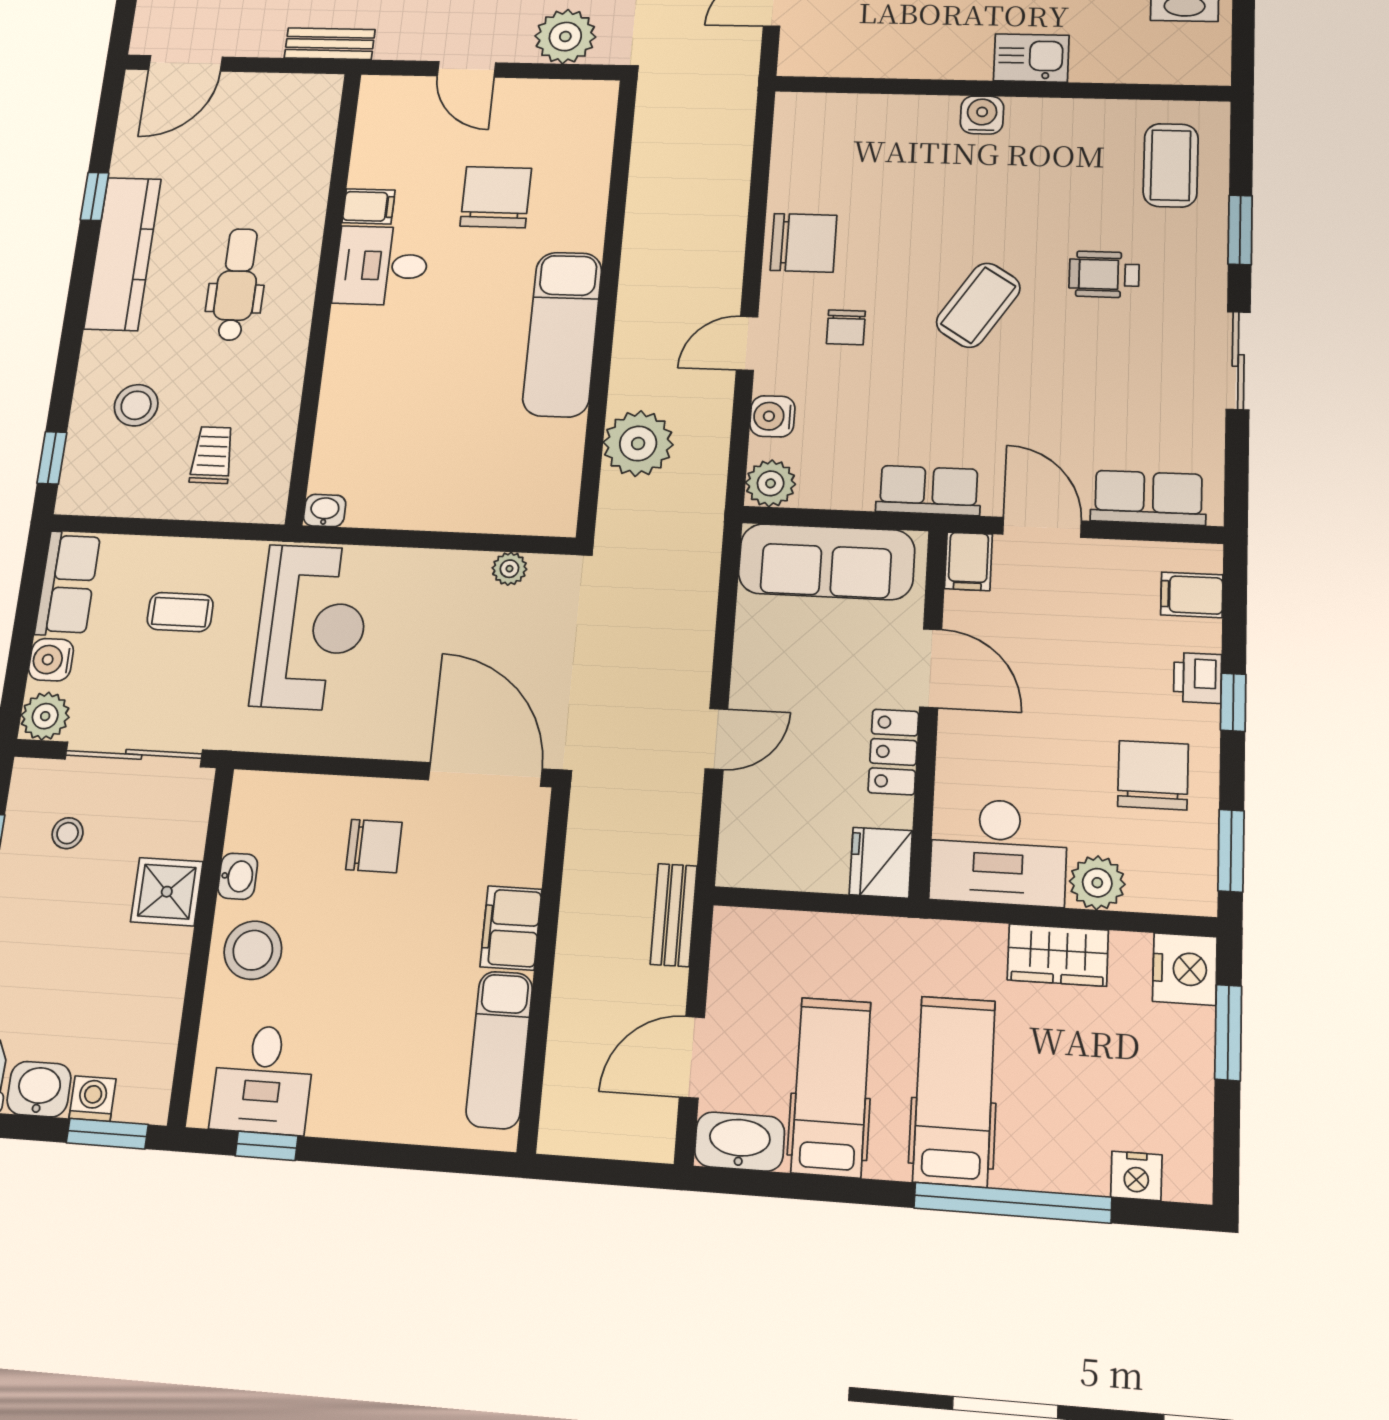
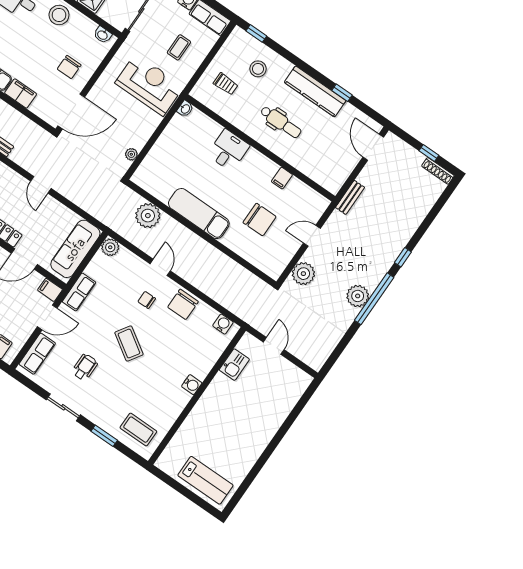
kitchen sink: (1031, 58) -> (234, 365), moved
desk: (381, 266) -> (228, 150), moved
wheelchair: (1104, 274) -> (85, 367), moved
water cooler: (772, 416) -> (223, 324), moved
reception desk: (311, 627) -> (149, 85), turned 180
washbasin: (238, 876) -> (103, 35), moved

